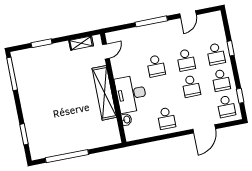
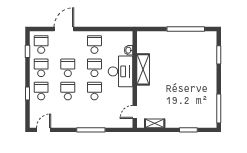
door: (188, 14) -> (44, 130), moved
school desk: (161, 92) -> (94, 68), added
shelving: (104, 93) -> (143, 69), width x0.68

